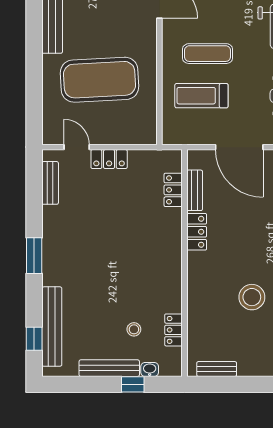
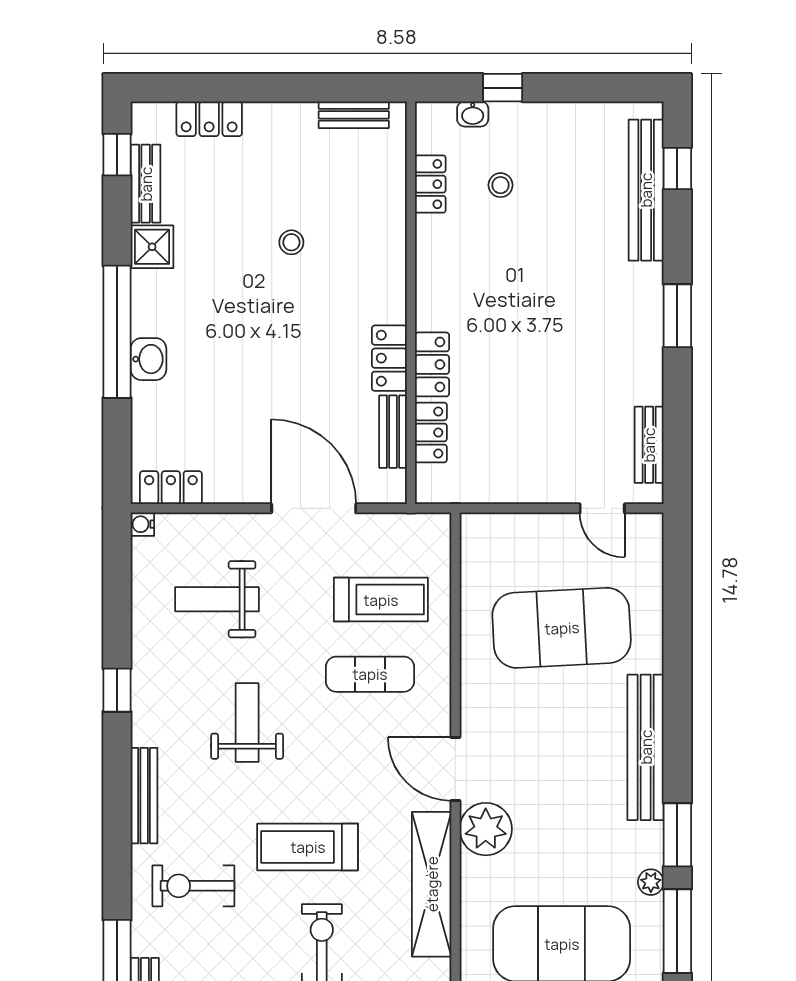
locker: (109, 159) -> (432, 364), moved, turned 90
stool: (252, 297) -> (291, 242), width x0.53, depth x0.53
bench: (109, 368) -> (544, 116), removed

